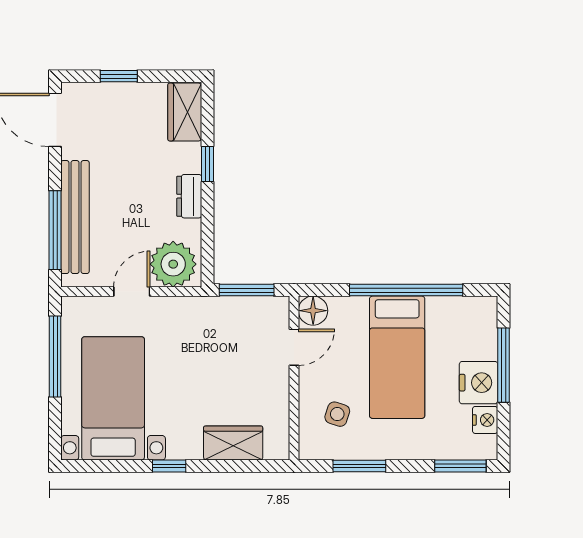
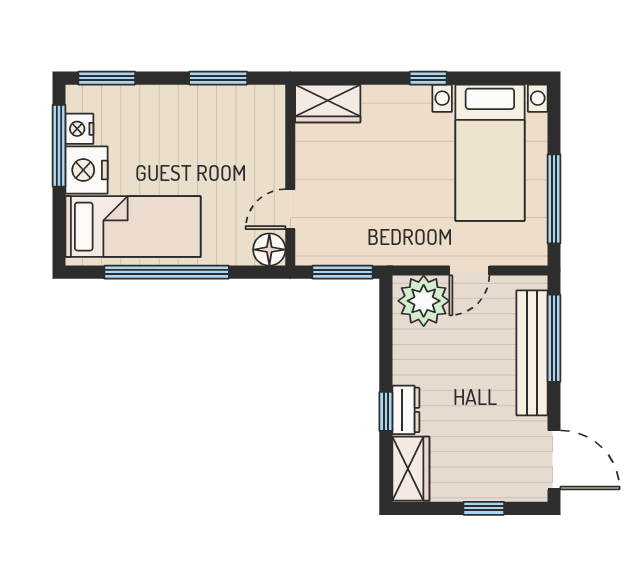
dresser: (189, 196) -> (406, 410), moved
bed: (397, 357) -> (133, 227), moved, turned 90
window: (504, 365) -> (59, 146), moved
side table: (337, 414) -> (243, 135), removed
wardrobe: (233, 443) -> (328, 103), moved

